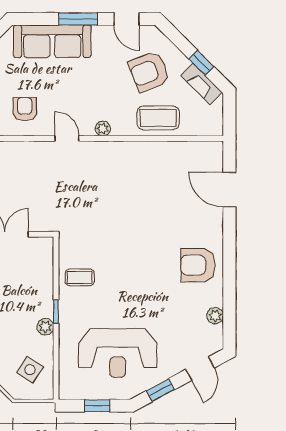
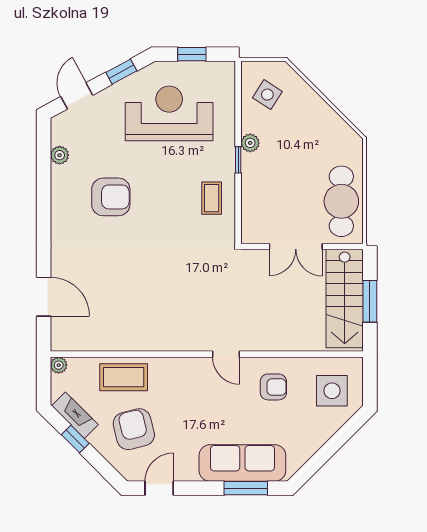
window: (78, 19) -> (246, 488), moved
door: (126, 19) -> (159, 488), hinge flipped
armchair: (149, 71) -> (134, 429), turned -82
armchair: (25, 109) -> (273, 387), turned -90
plant: (103, 129) -> (59, 365), moved
armchair: (198, 265) -> (111, 197), moved
coffee table: (80, 277) -> (212, 198), turned 90

